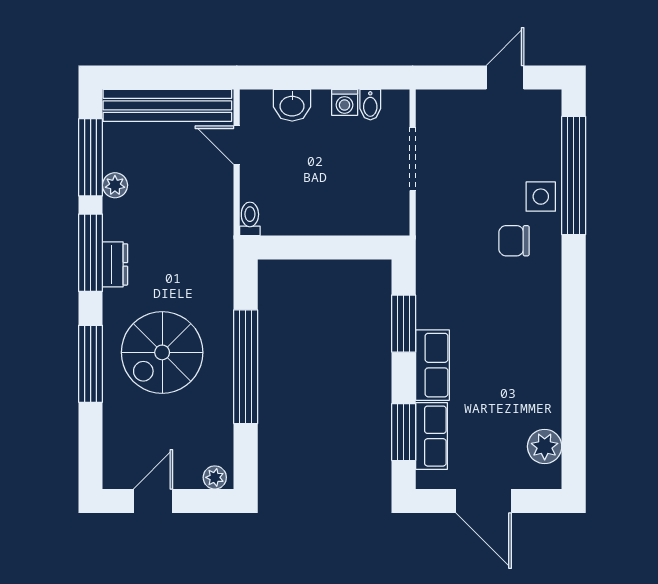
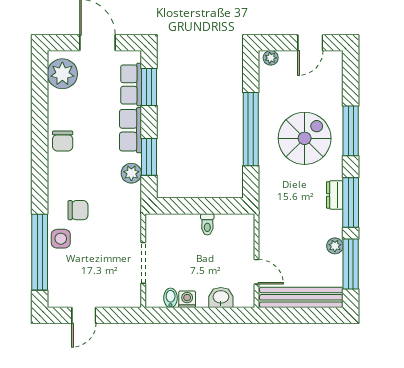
toilet: (250, 219) -> (207, 224), moved
plant: (431, 298) -> (131, 173), added
chair: (538, 348) -> (63, 141), added
plant: (545, 446) -> (62, 74), width x1.36, depth x1.36

